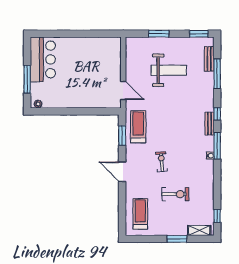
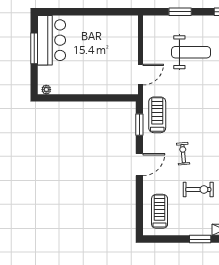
window: (27, 79) -> (34, 48), moved
door: (123, 90) -> (141, 75), hinge flipped
door: (122, 172) -> (139, 165), swing flipped

